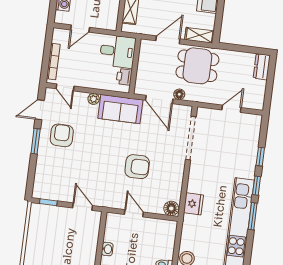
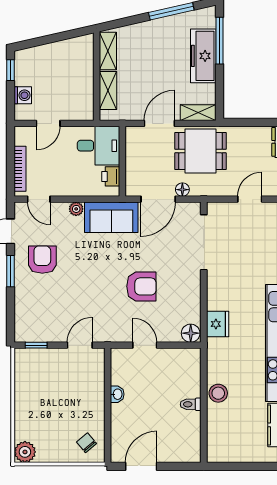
door: (159, 99) -> (158, 199), hinge flipped
door: (83, 207) -> (80, 345), hinge flipped

